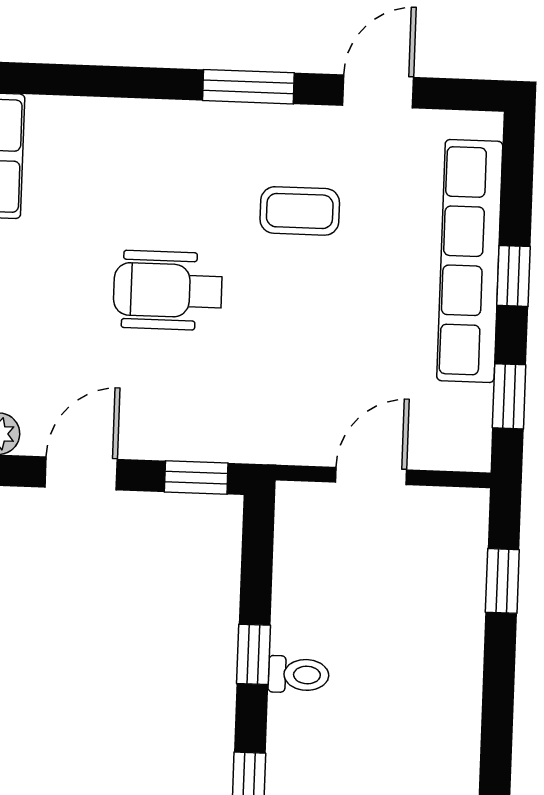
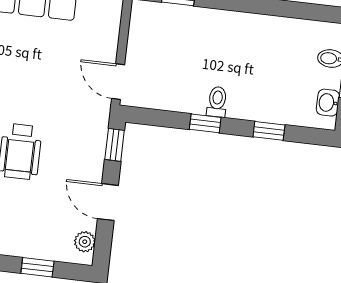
door: (371, 476) -> (118, 82), moved

